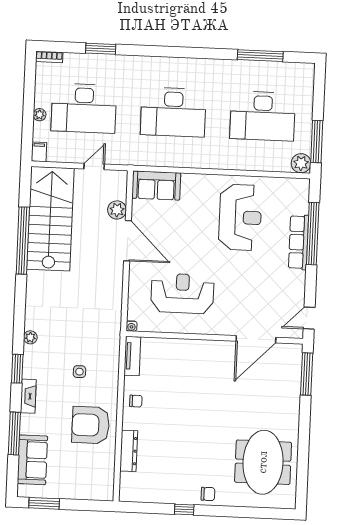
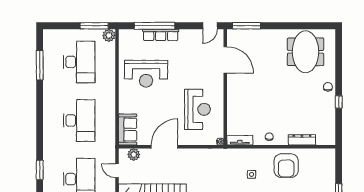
plant: (117, 210) -> (134, 155), moved
reception desk: (240, 217) -> (146, 74), turned 180
reception desk: (182, 293) -> (197, 109), turned 180
door: (309, 318) -> (210, 26), hinge flipped
meeting table: (263, 462) -> (306, 52), turned 90

